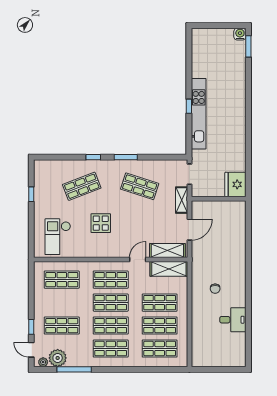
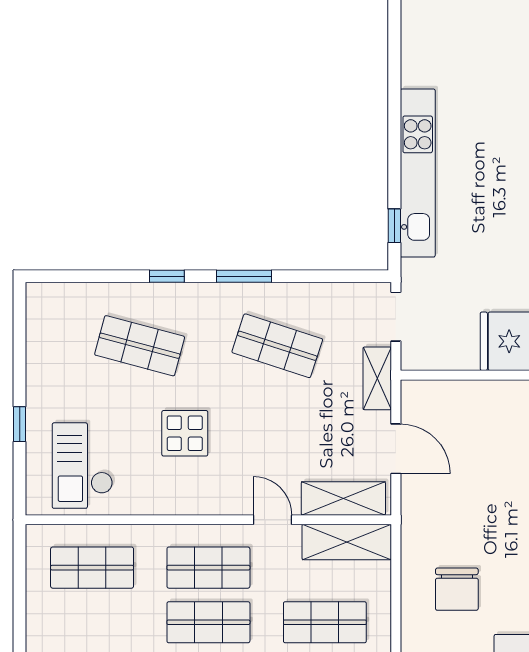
window: (189, 106) -> (394, 226), moved
shop shelf: (82, 186) -> (140, 346), turned 36
window: (31, 194) -> (20, 424), moved
door: (189, 230) -> (396, 449), hinge flipped
door: (138, 259) -> (273, 520), hinge flipped
chair: (215, 289) -> (457, 589), width x1.87, depth x1.87

